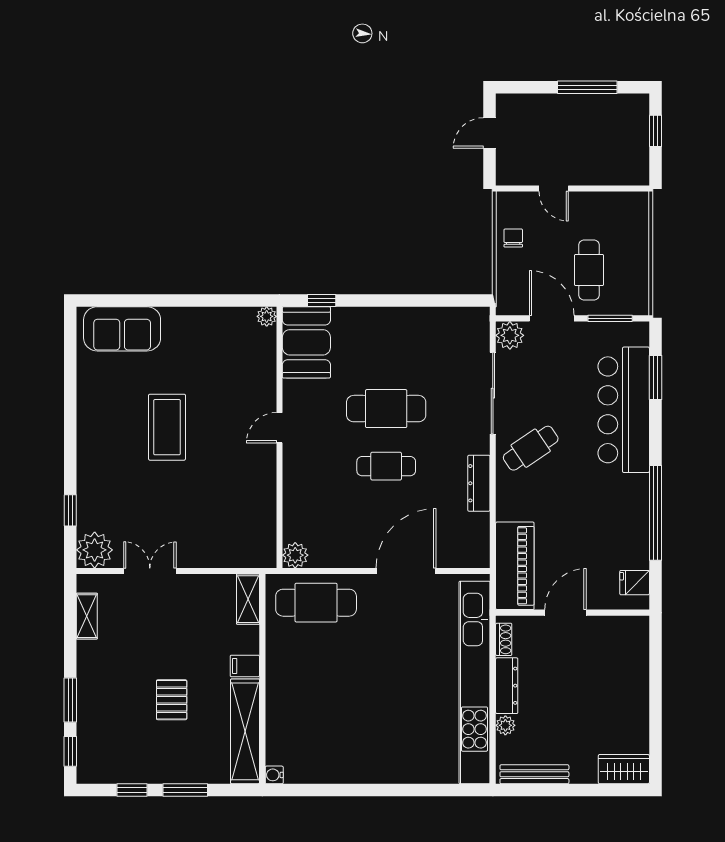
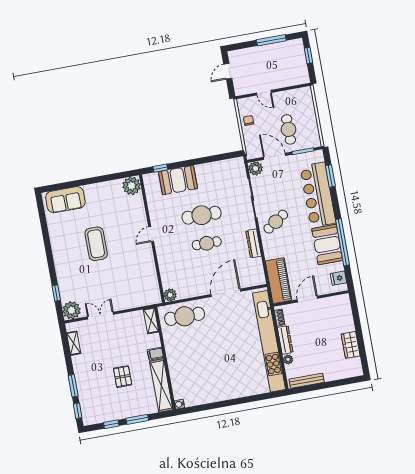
plant: (267, 316) -> (132, 186), width x1.88, depth x1.88
booth: (306, 342) -> (178, 180), moved, turned 90
booth: (624, 512) -> (327, 245), added
wardrobe: (624, 769) -> (351, 345), moved, turned -90

